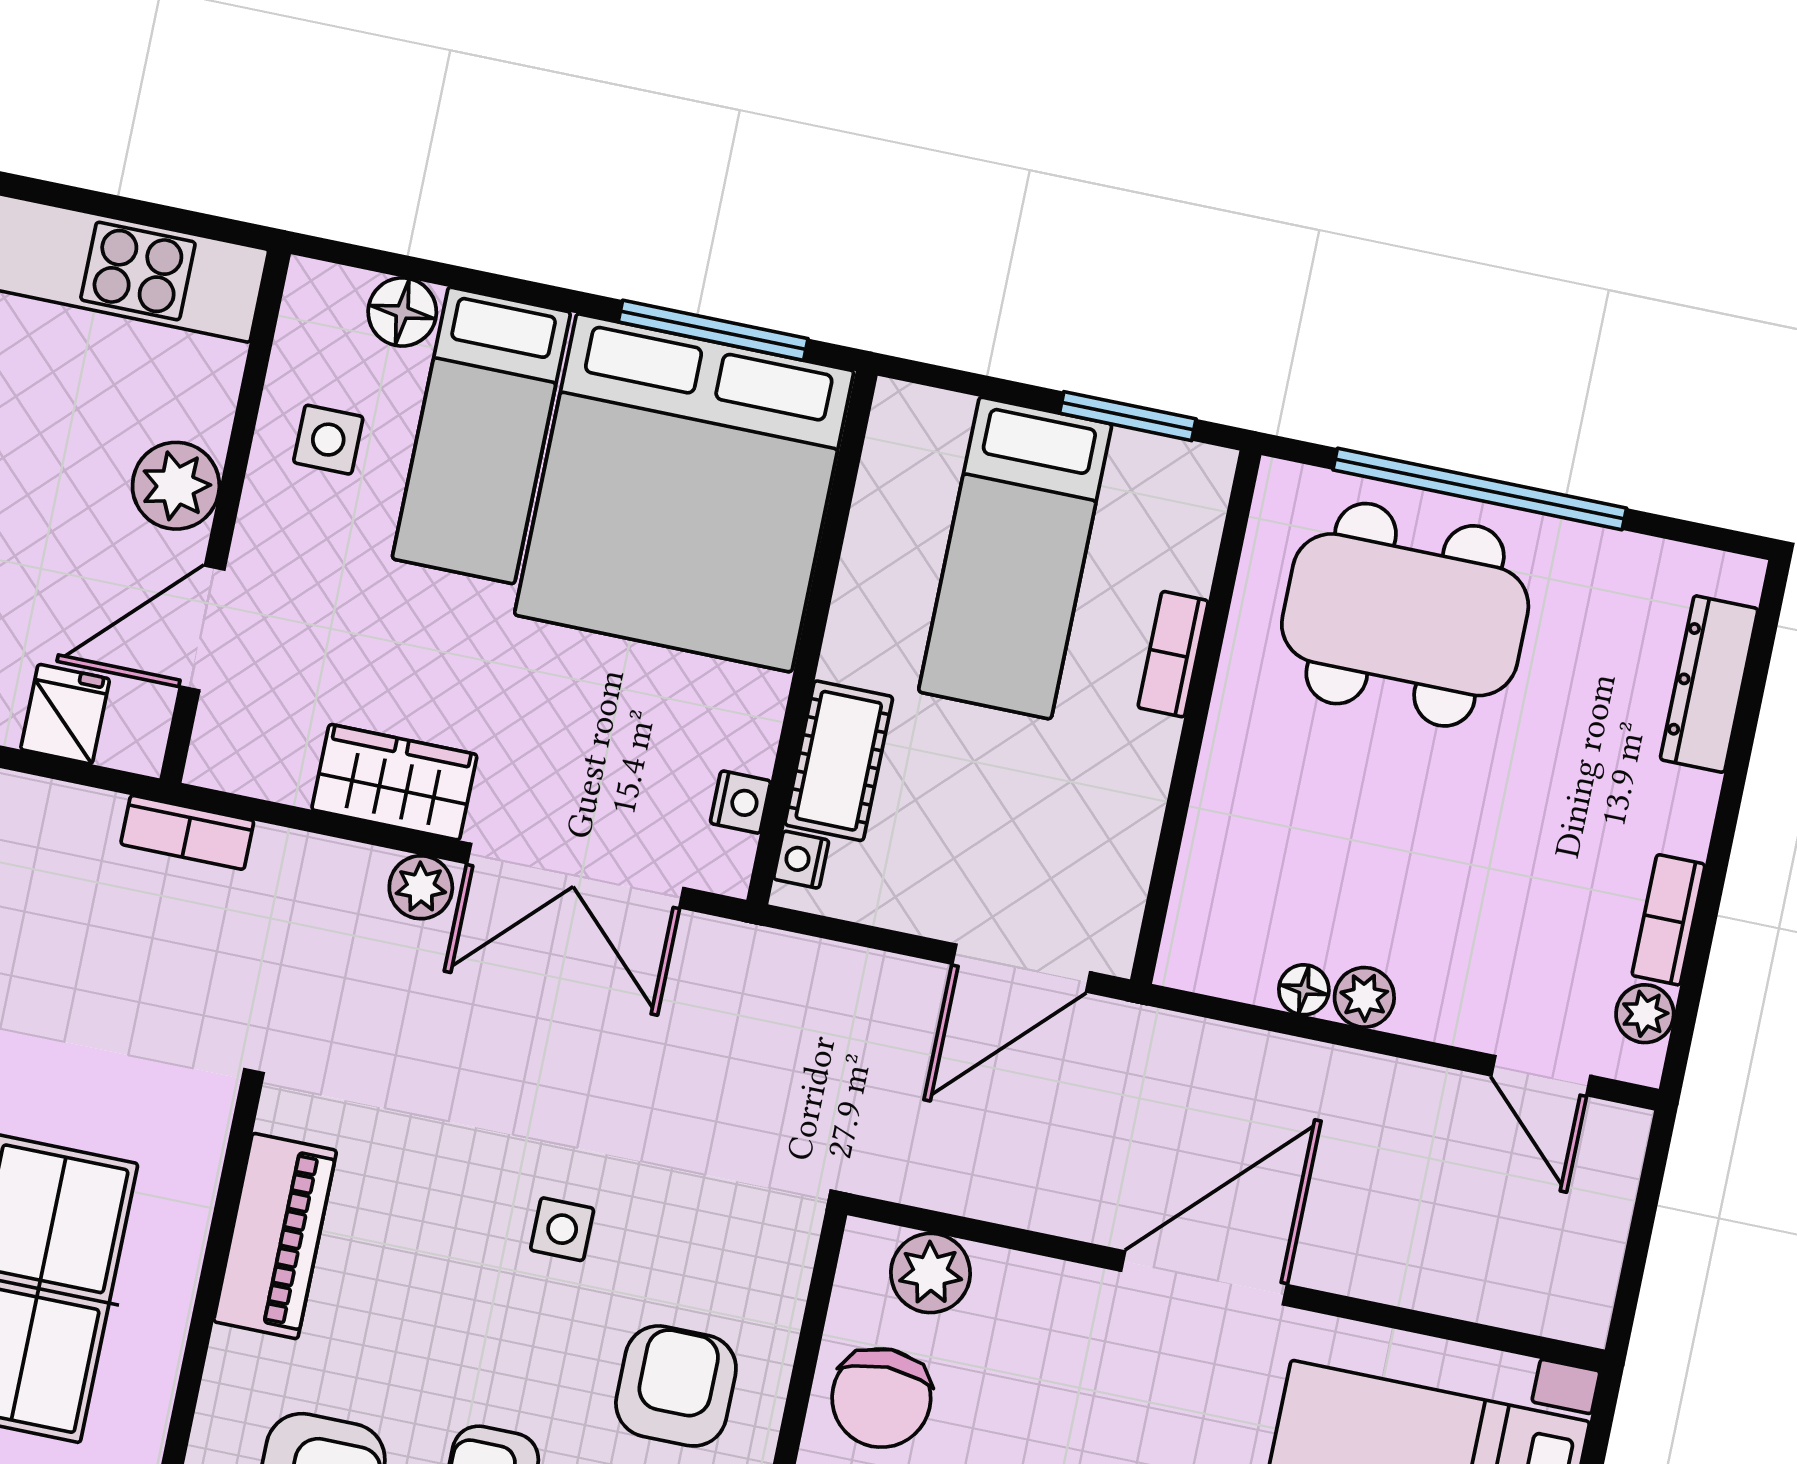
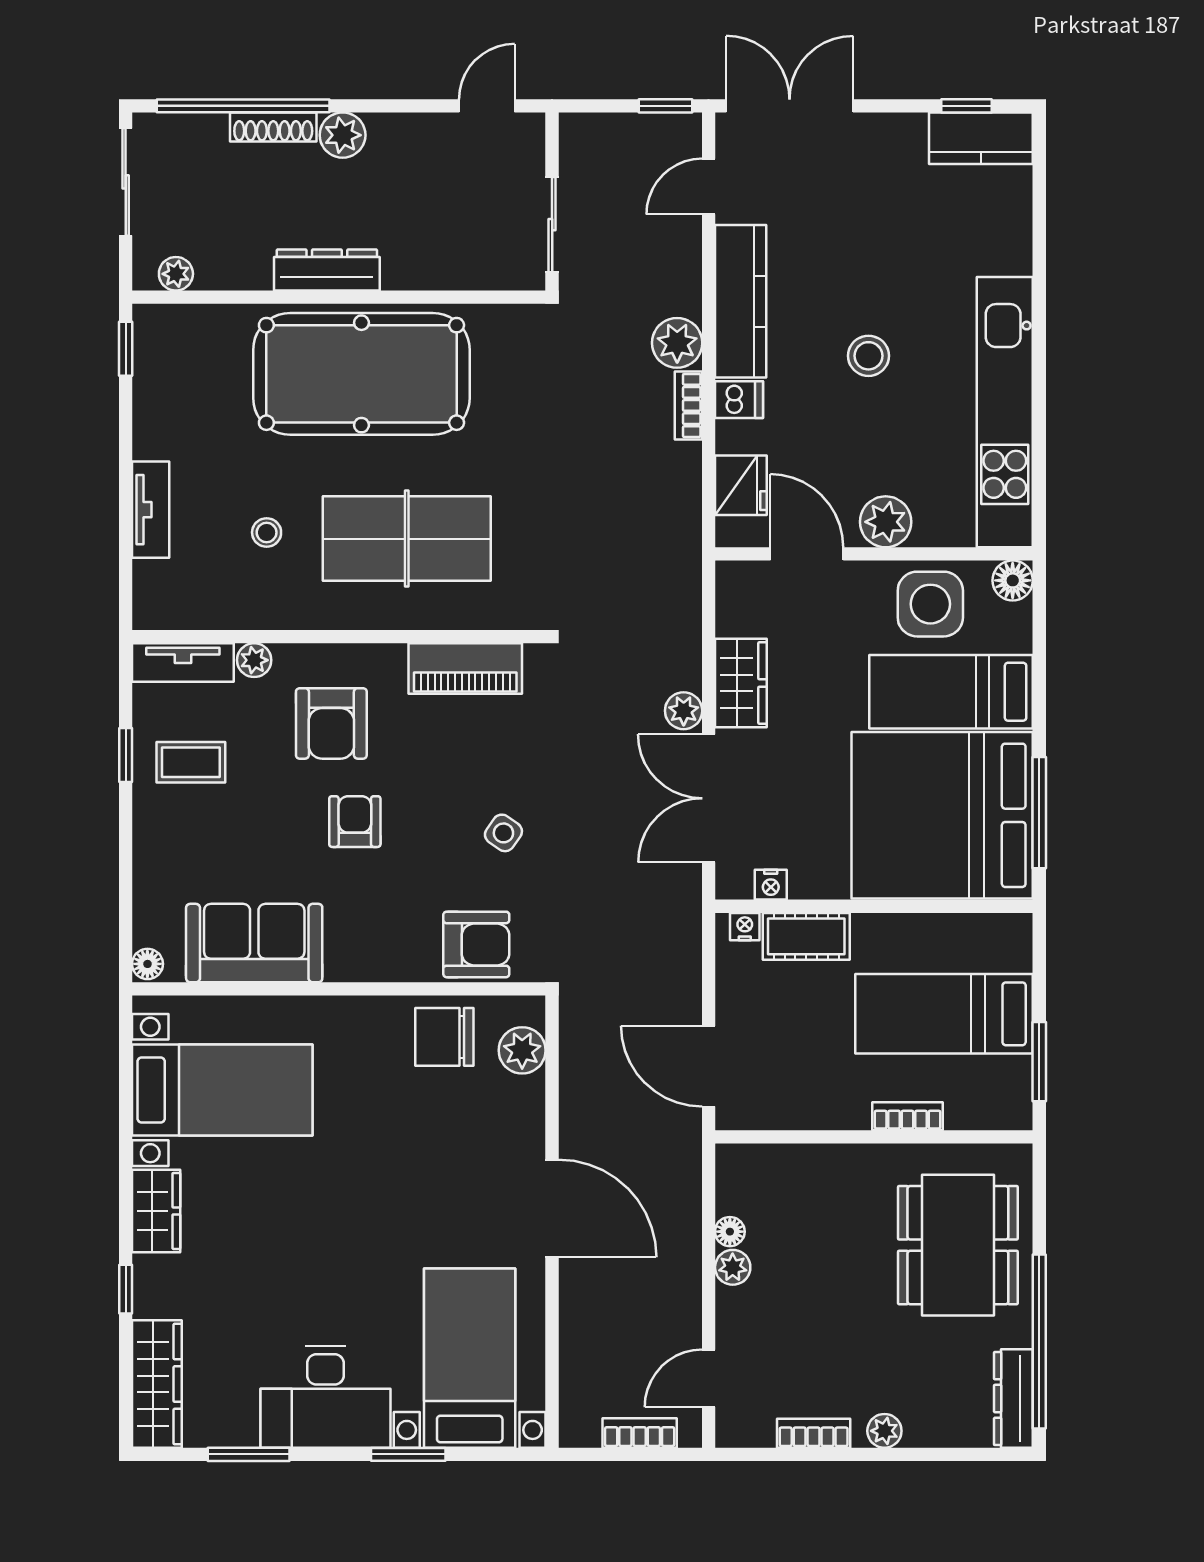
floor lamp: (402, 312) -> (1013, 580), moved
side table: (328, 440) -> (930, 604), width x1.87, depth x1.87
window: (1480, 489) -> (1039, 1341), moved
dresser: (1709, 684) -> (1013, 1399), moved, turned -90
fridge: (65, 714) -> (741, 485), width x1.38
bookcase: (187, 832) -> (640, 1433), moved, turned 90
plant: (1645, 1014) -> (884, 1431), moved
side table: (562, 1229) -> (503, 833), turned 35
armchair: (676, 1386) -> (476, 944), moved

